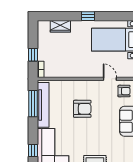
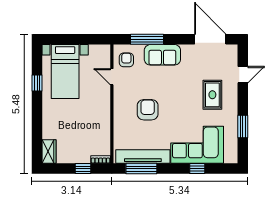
window: (88, 16) -> (37, 83), moved
wardrobe: (60, 26) -> (49, 152), moved
door: (110, 79) -> (112, 77), hinge flipped

